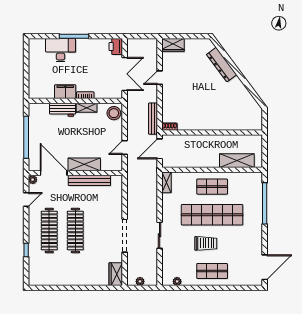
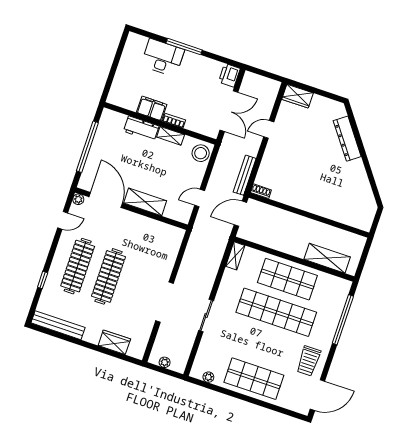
bench: (89, 180) -> (58, 325), moved
shop shelf: (212, 187) -> (287, 279), width x1.43, depth x1.36
trolley: (206, 243) -> (309, 361), moved, turned 90
shop shelf: (212, 271) -> (254, 379), width x1.43, depth x1.36
wardrobe: (116, 274) -> (114, 342), moved, turned 90

